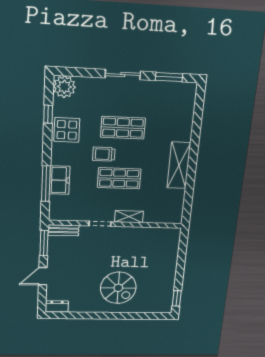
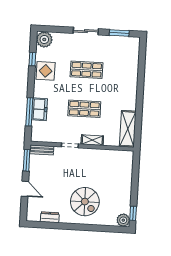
trolley: (104, 154) -> (73, 90), removed
shelving: (179, 165) -> (128, 129), moved
door: (43, 276) -> (25, 189), swing flipped
plant: (165, 306) -> (123, 220), added
dresser: (57, 307) -> (50, 217), moved

